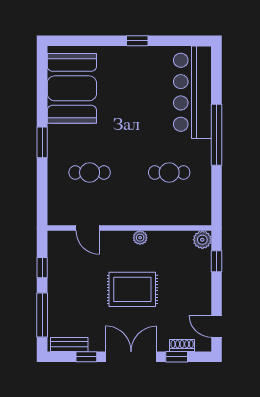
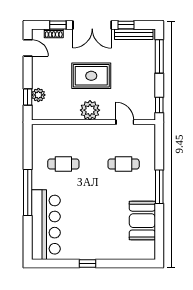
booth: (72, 88) -> (142, 221), width x0.73, depth x0.70
window: (42, 142) -> (159, 187), width x1.44
plant: (140, 238) -> (90, 110), width x1.87, depth x1.87
plant: (202, 240) -> (38, 95), moved
window: (42, 268) -> (159, 105), moved
bench: (69, 344) -> (134, 34), width x1.36

